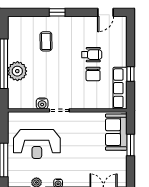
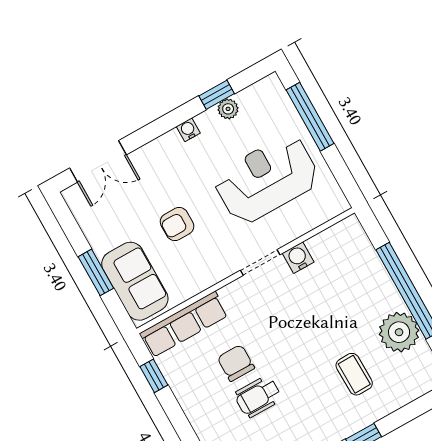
plant: (17, 71) -> (399, 332), moved
window: (130, 74) -> (154, 376), moved
row of seats: (120, 88) -> (184, 324), moved, turned 90
armchair: (85, 146) -> (177, 224), added

